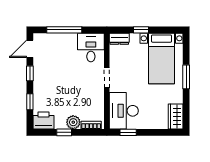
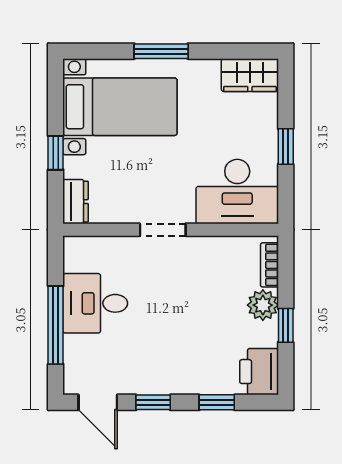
desk: (91, 48) -> (95, 303), moved
window: (128, 132) -> (286, 147), moved

